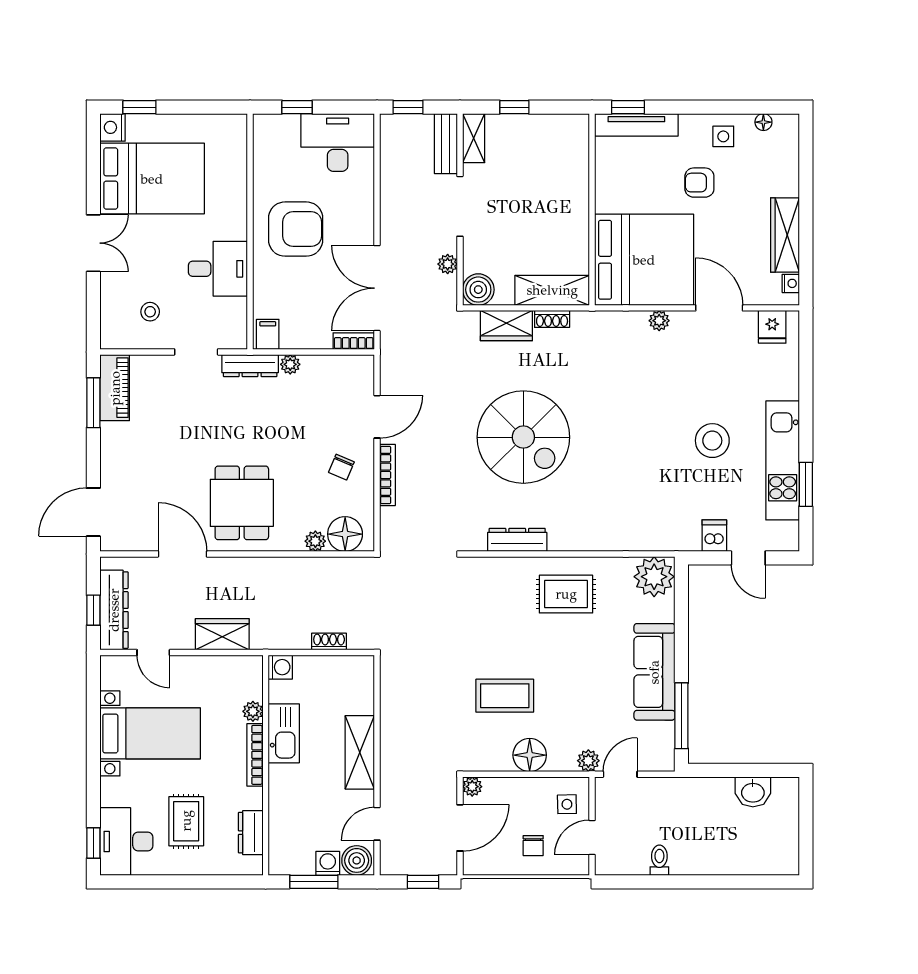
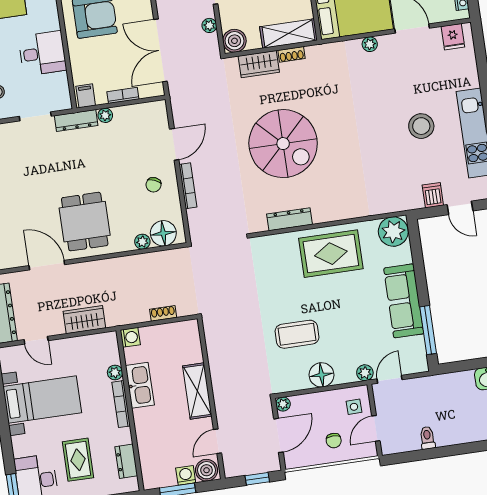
bookcase: (354, 341) -> (123, 95), moved
rug: (566, 594) -> (331, 254), width x1.36, depth x1.43

